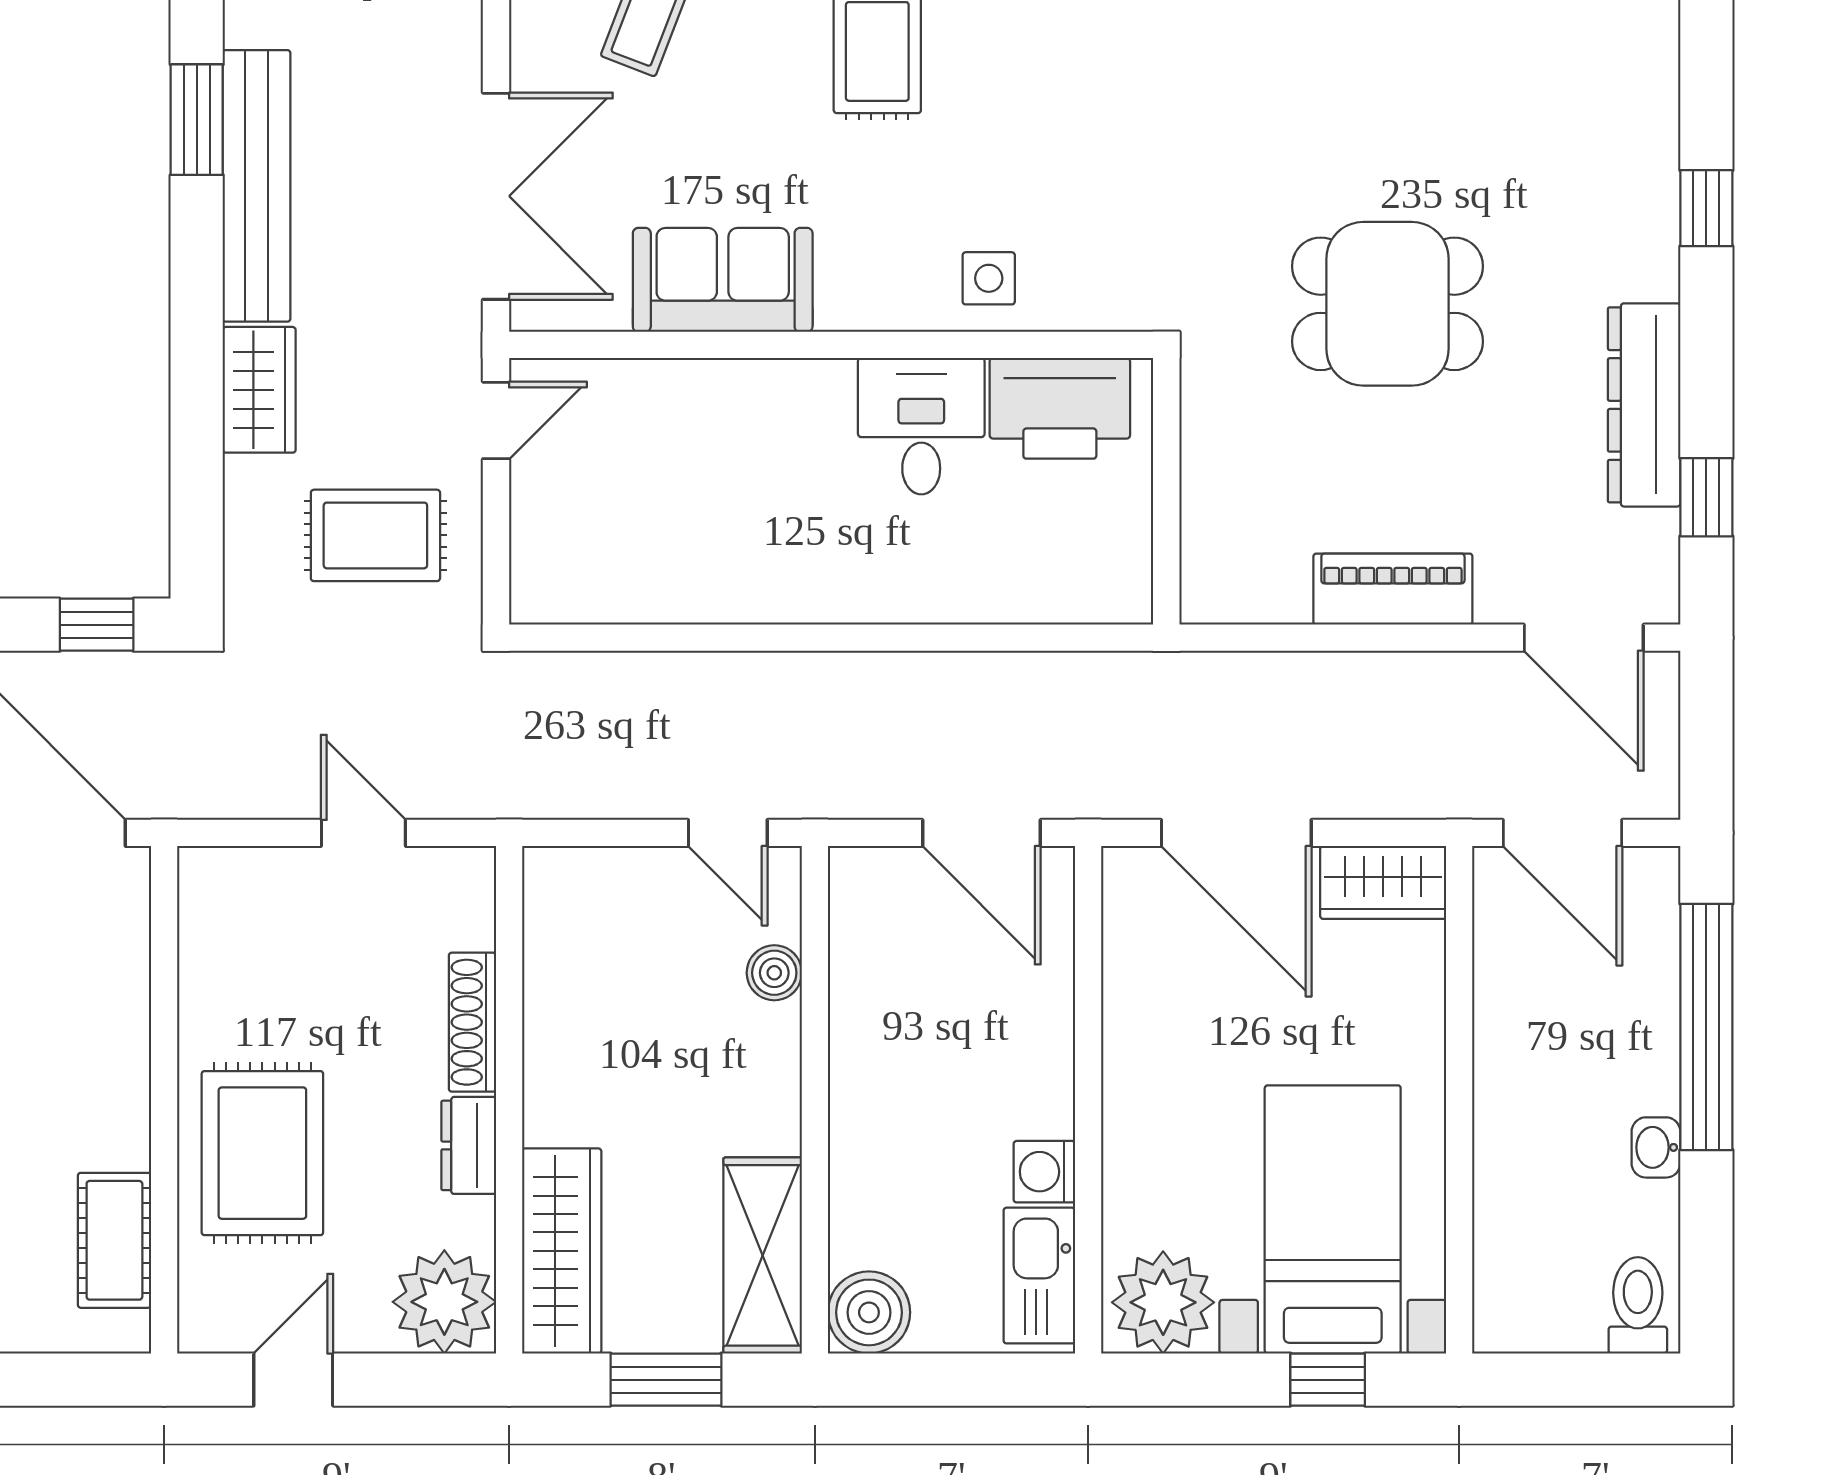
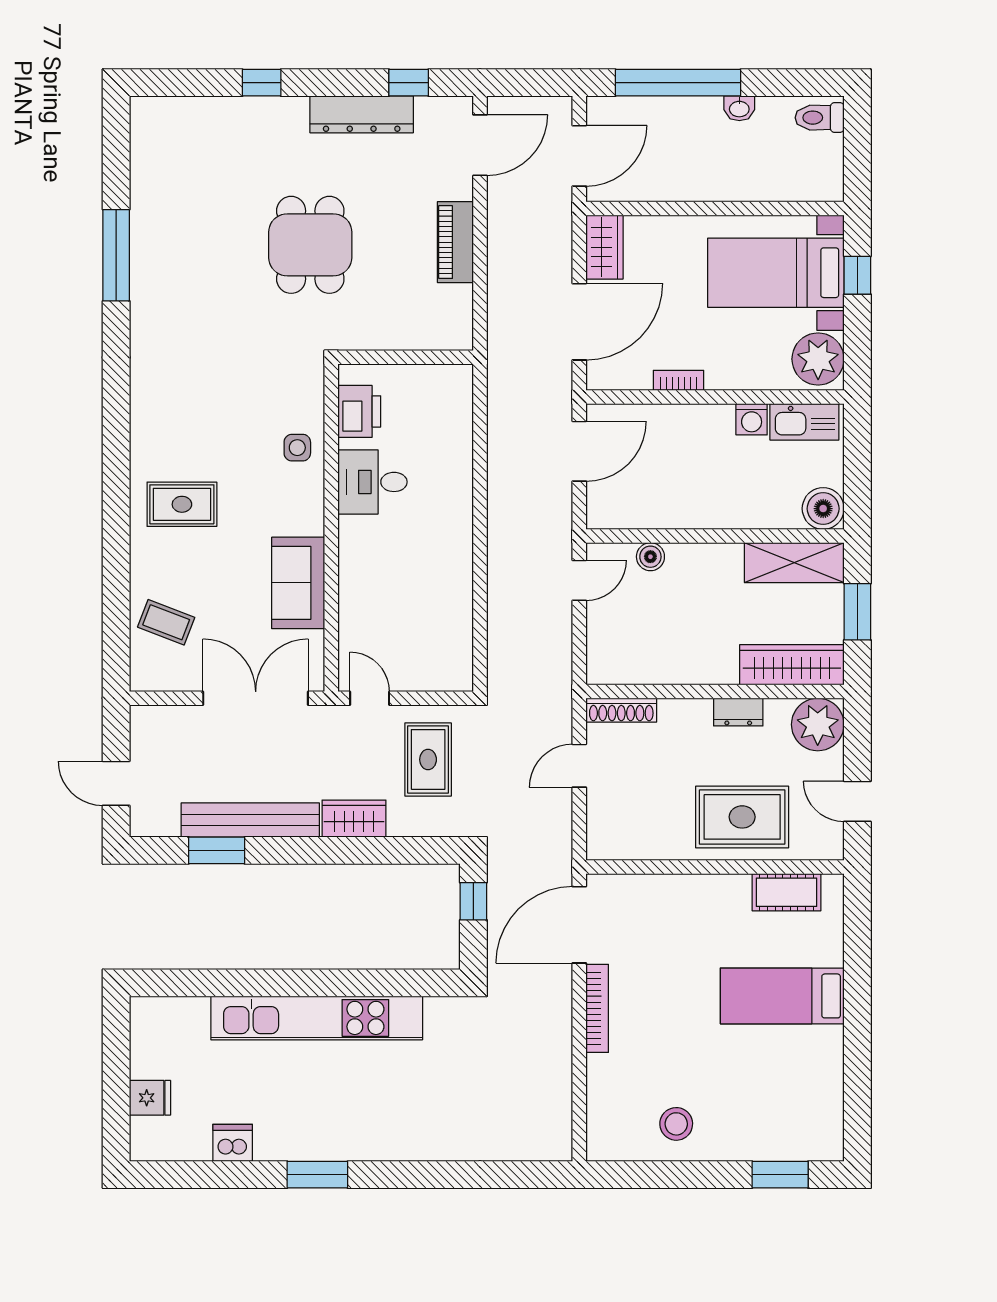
printer: (1060, 408) -> (359, 411), width x0.73, depth x0.84
shoe rack: (472, 1022) -> (621, 710), moved
bookcase: (1121, 1028) -> (678, 380), added

